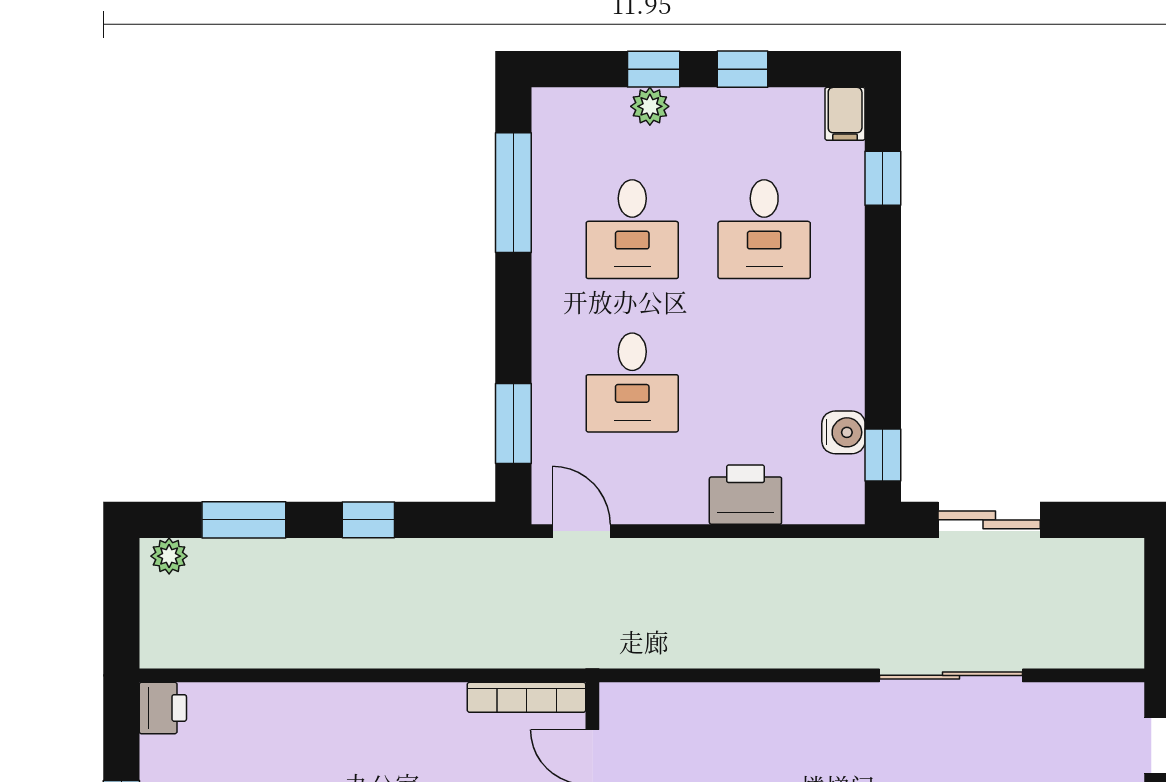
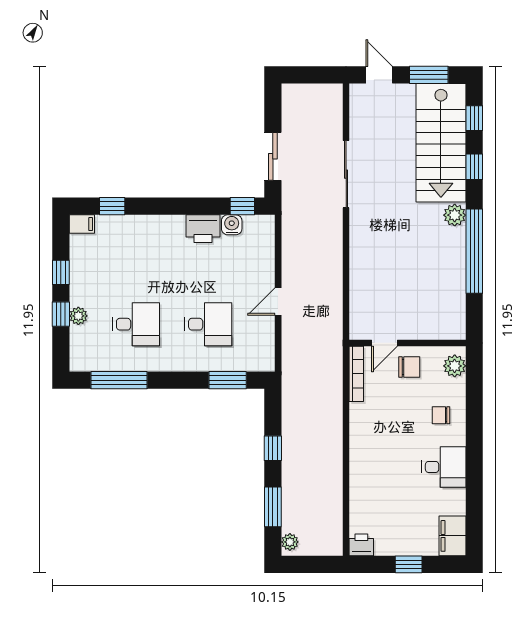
desk: (764, 229) -> (136, 262), removed
printer: (745, 495) -> (203, 229), moved, turned -90
door: (581, 531) -> (278, 302), moved

